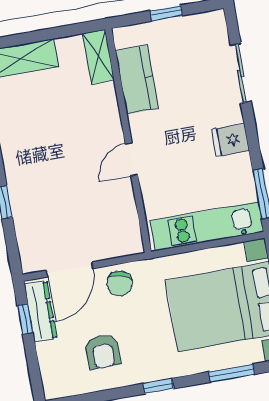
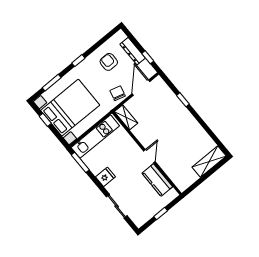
shelving: (98, 57) -> (126, 117), moved
door: (132, 159) -> (149, 156), moved
dresser: (41, 312) -> (133, 51), moved

